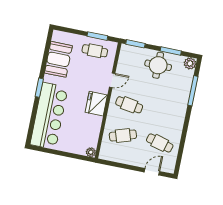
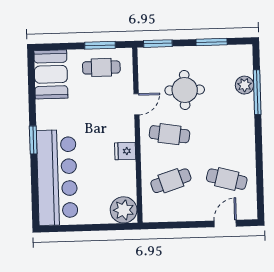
booth: (58, 59) -> (51, 74), moved
plant: (190, 63) -> (245, 85), moved
round table: (158, 65) -> (185, 90), moved
fridge: (96, 104) -> (125, 151), width x0.53, depth x0.75
plant: (91, 152) -> (124, 210), width x1.88, depth x1.88

